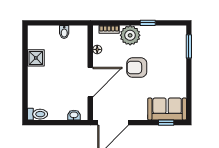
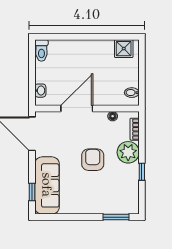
bidet: (64, 32) -> (132, 93), moved
shower: (36, 58) -> (124, 49), moved
door: (90, 82) -> (77, 109), swing flipped
sofa: (167, 109) -> (47, 185), width x1.36

